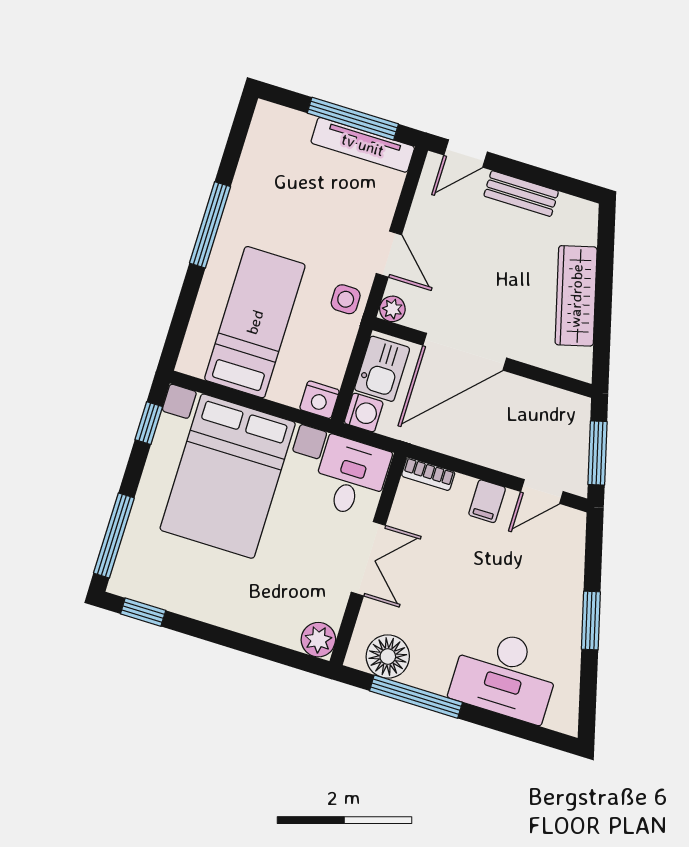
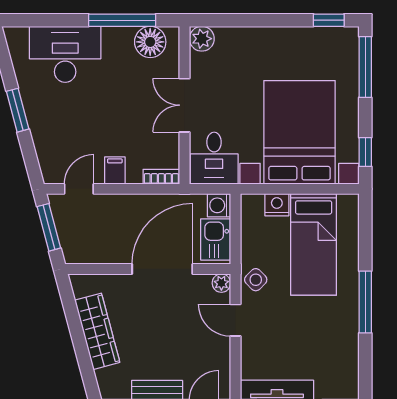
side table: (346, 299) -> (256, 280), turned 45
nightstand: (319, 400) -> (277, 205), moved

